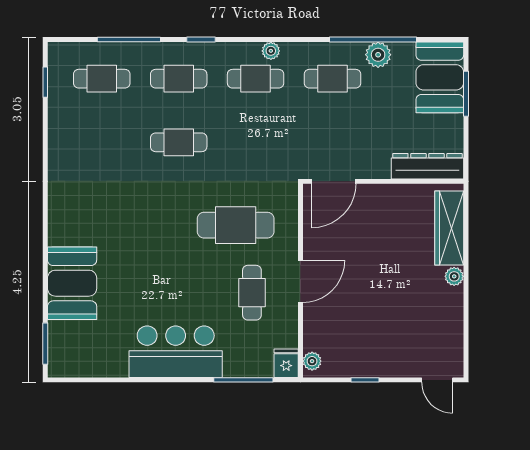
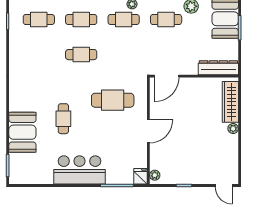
cafe table: (252, 293) -> (63, 119), moved

